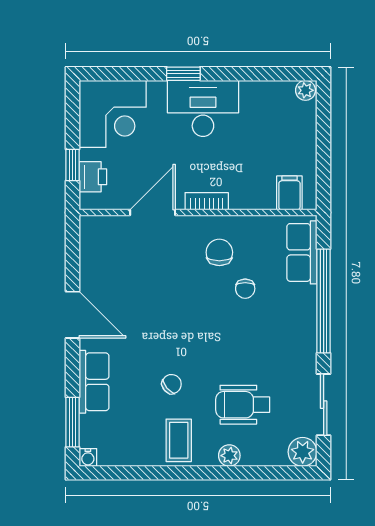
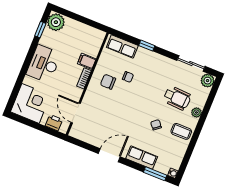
window: (183, 74) -> (40, 30), moved
plant: (305, 90) -> (56, 22), width x1.87, depth x1.87
window: (72, 165) -> (45, 129), removed
filing cabinet: (289, 193) -> (87, 61), moved
door: (153, 213) -> (76, 113), moved
window: (324, 301) -> (147, 46), width x0.32
wheelchair: (243, 405) -> (177, 98), turned -87

